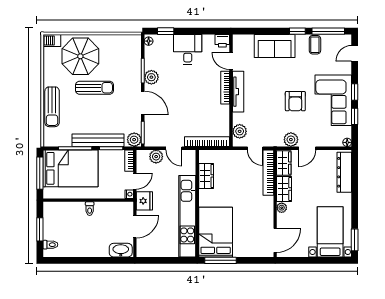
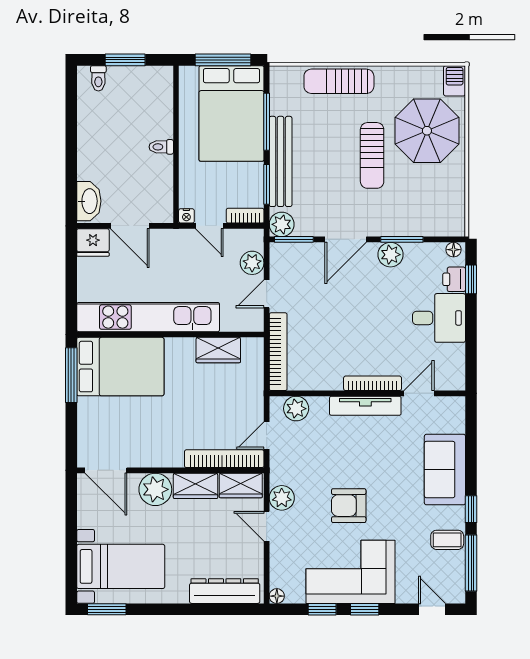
printer: (222, 41) -> (454, 279), moved
fridge: (144, 201) -> (93, 242), moved
plant: (282, 208) -> (155, 489), width x1.87, depth x1.87

